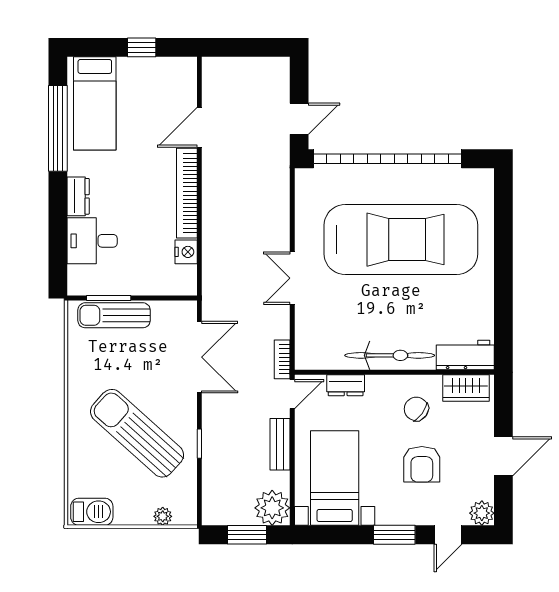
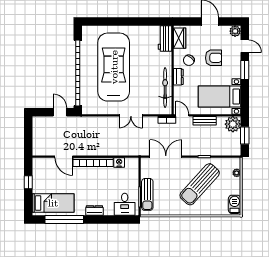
desk: (92, 241) -> (125, 204), moved
bicycle: (390, 355) -> (165, 88), moved
dresser: (346, 385) -> (178, 77), moved

